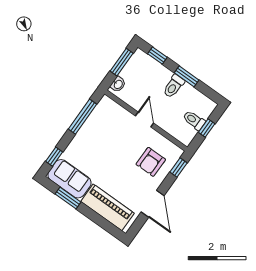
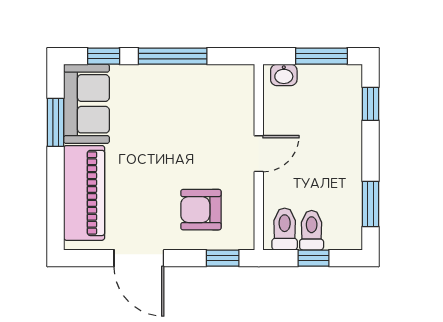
window: (187, 76) -> (371, 204), moved
toilet: (174, 86) -> (285, 229), moved, turned 90
window: (83, 117) -> (173, 56), moved
door: (153, 204) -> (139, 258), hinge flipped

